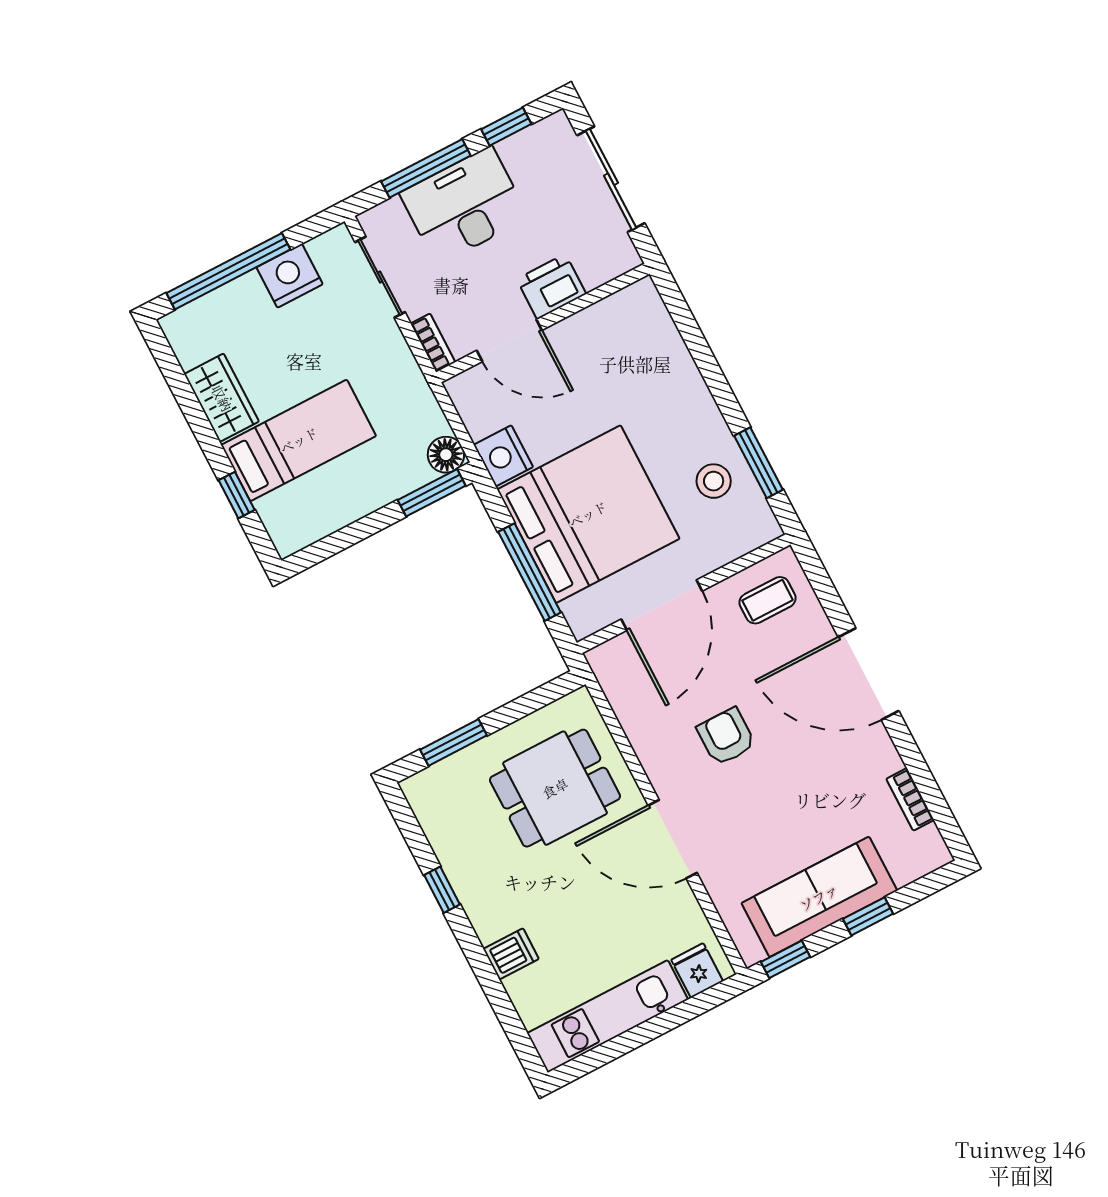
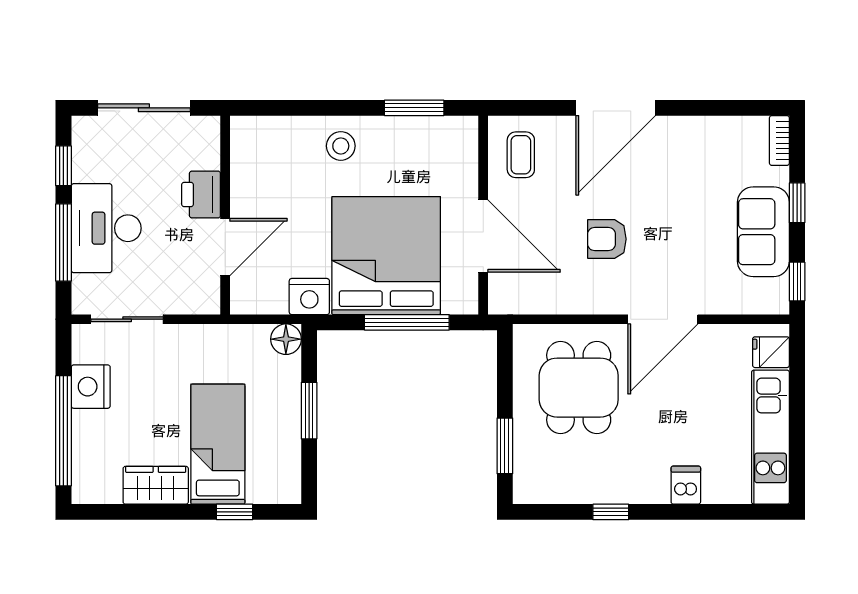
bookcase: (433, 343) -> (197, 305), removed
stool: (714, 481) -> (341, 146), moved
window: (432, 493) -> (309, 411), moved
bookcase: (910, 799) -> (779, 140), moved, turned 90
sofa: (819, 897) -> (763, 232), width x0.73

